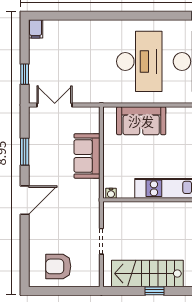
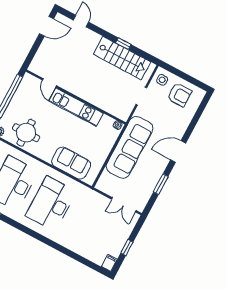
window: (25, 74) -> (127, 248), moved
sofa: (87, 156) -> (130, 147), width x1.85, depth x1.27
side table: (87, 273) -> (162, 80), added

